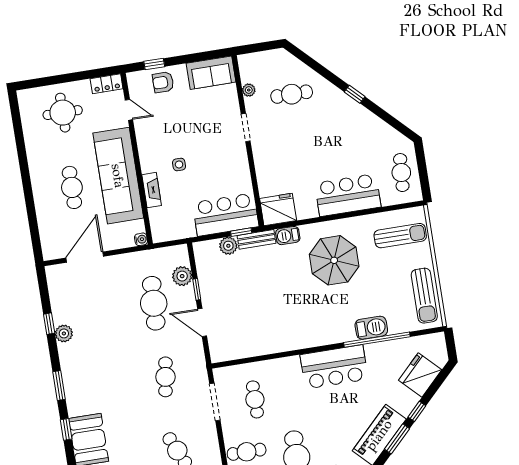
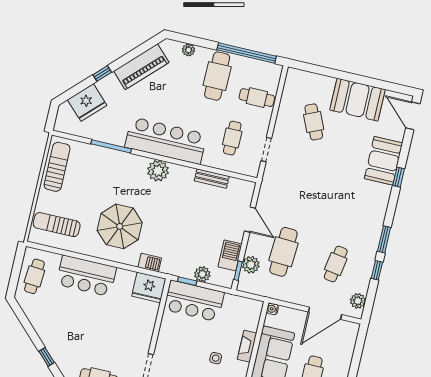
bench: (256, 239) -> (212, 179), moved
window: (197, 289) -> (238, 271), moved
barbecue: (371, 328) -> (230, 255), moved, turned 90
plant: (64, 333) -> (358, 301), moved
plant: (318, 334) -> (158, 171), added
window: (377, 340) -> (111, 146), width x0.68
bar counter: (334, 367) -> (166, 141), width x1.36
cafe table: (165, 377) -> (336, 264), moved
window: (59, 386) -> (384, 239), moved
doorway: (215, 402) -> (266, 150), width x0.73
window: (397, 439) -> (128, 57), removed

